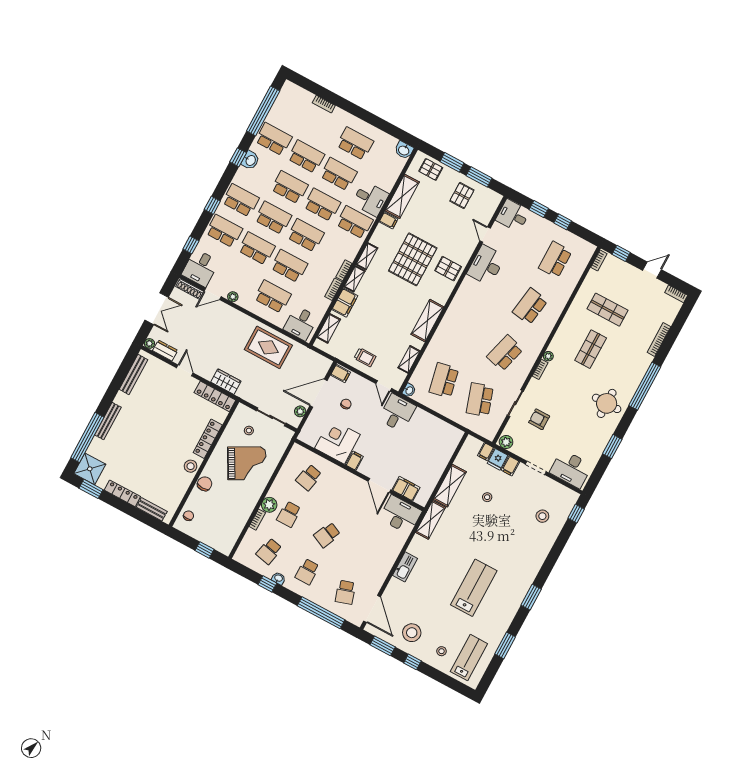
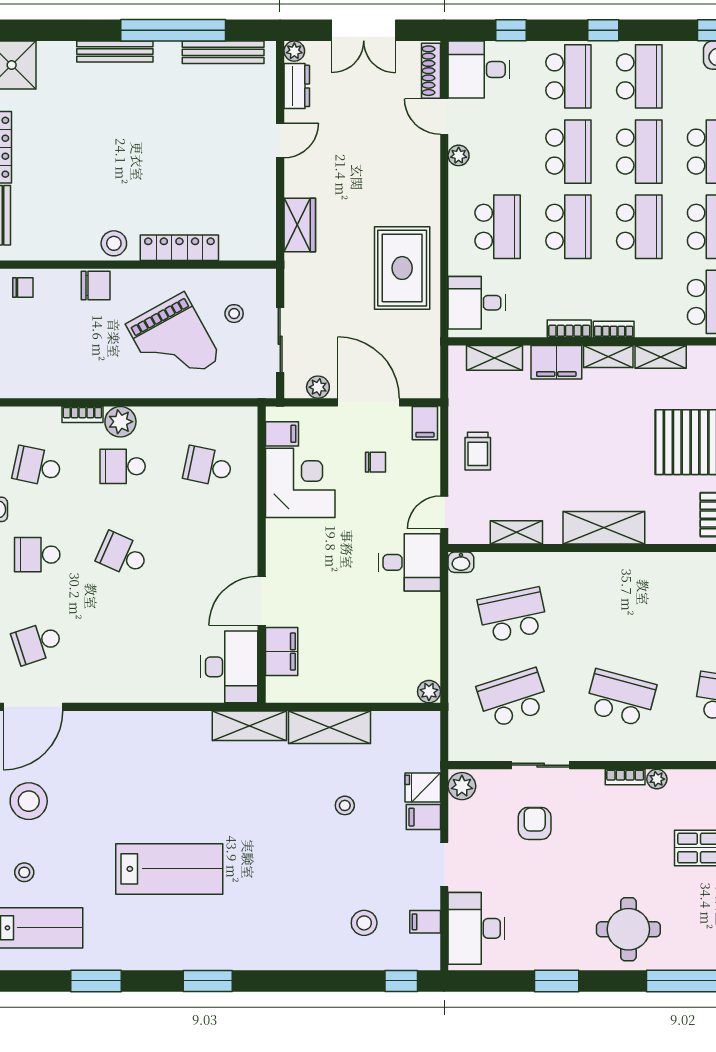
locker: (215, 396) -> (263, 220), removed
plant: (458, 434) -> (429, 692), added
window: (87, 437) -> (173, 30), moved
filing cabinet: (486, 452) -> (425, 922), moved
filing cabinet: (354, 461) -> (282, 434), moved
kitchen sink: (405, 567) -> (140, 725), removed

